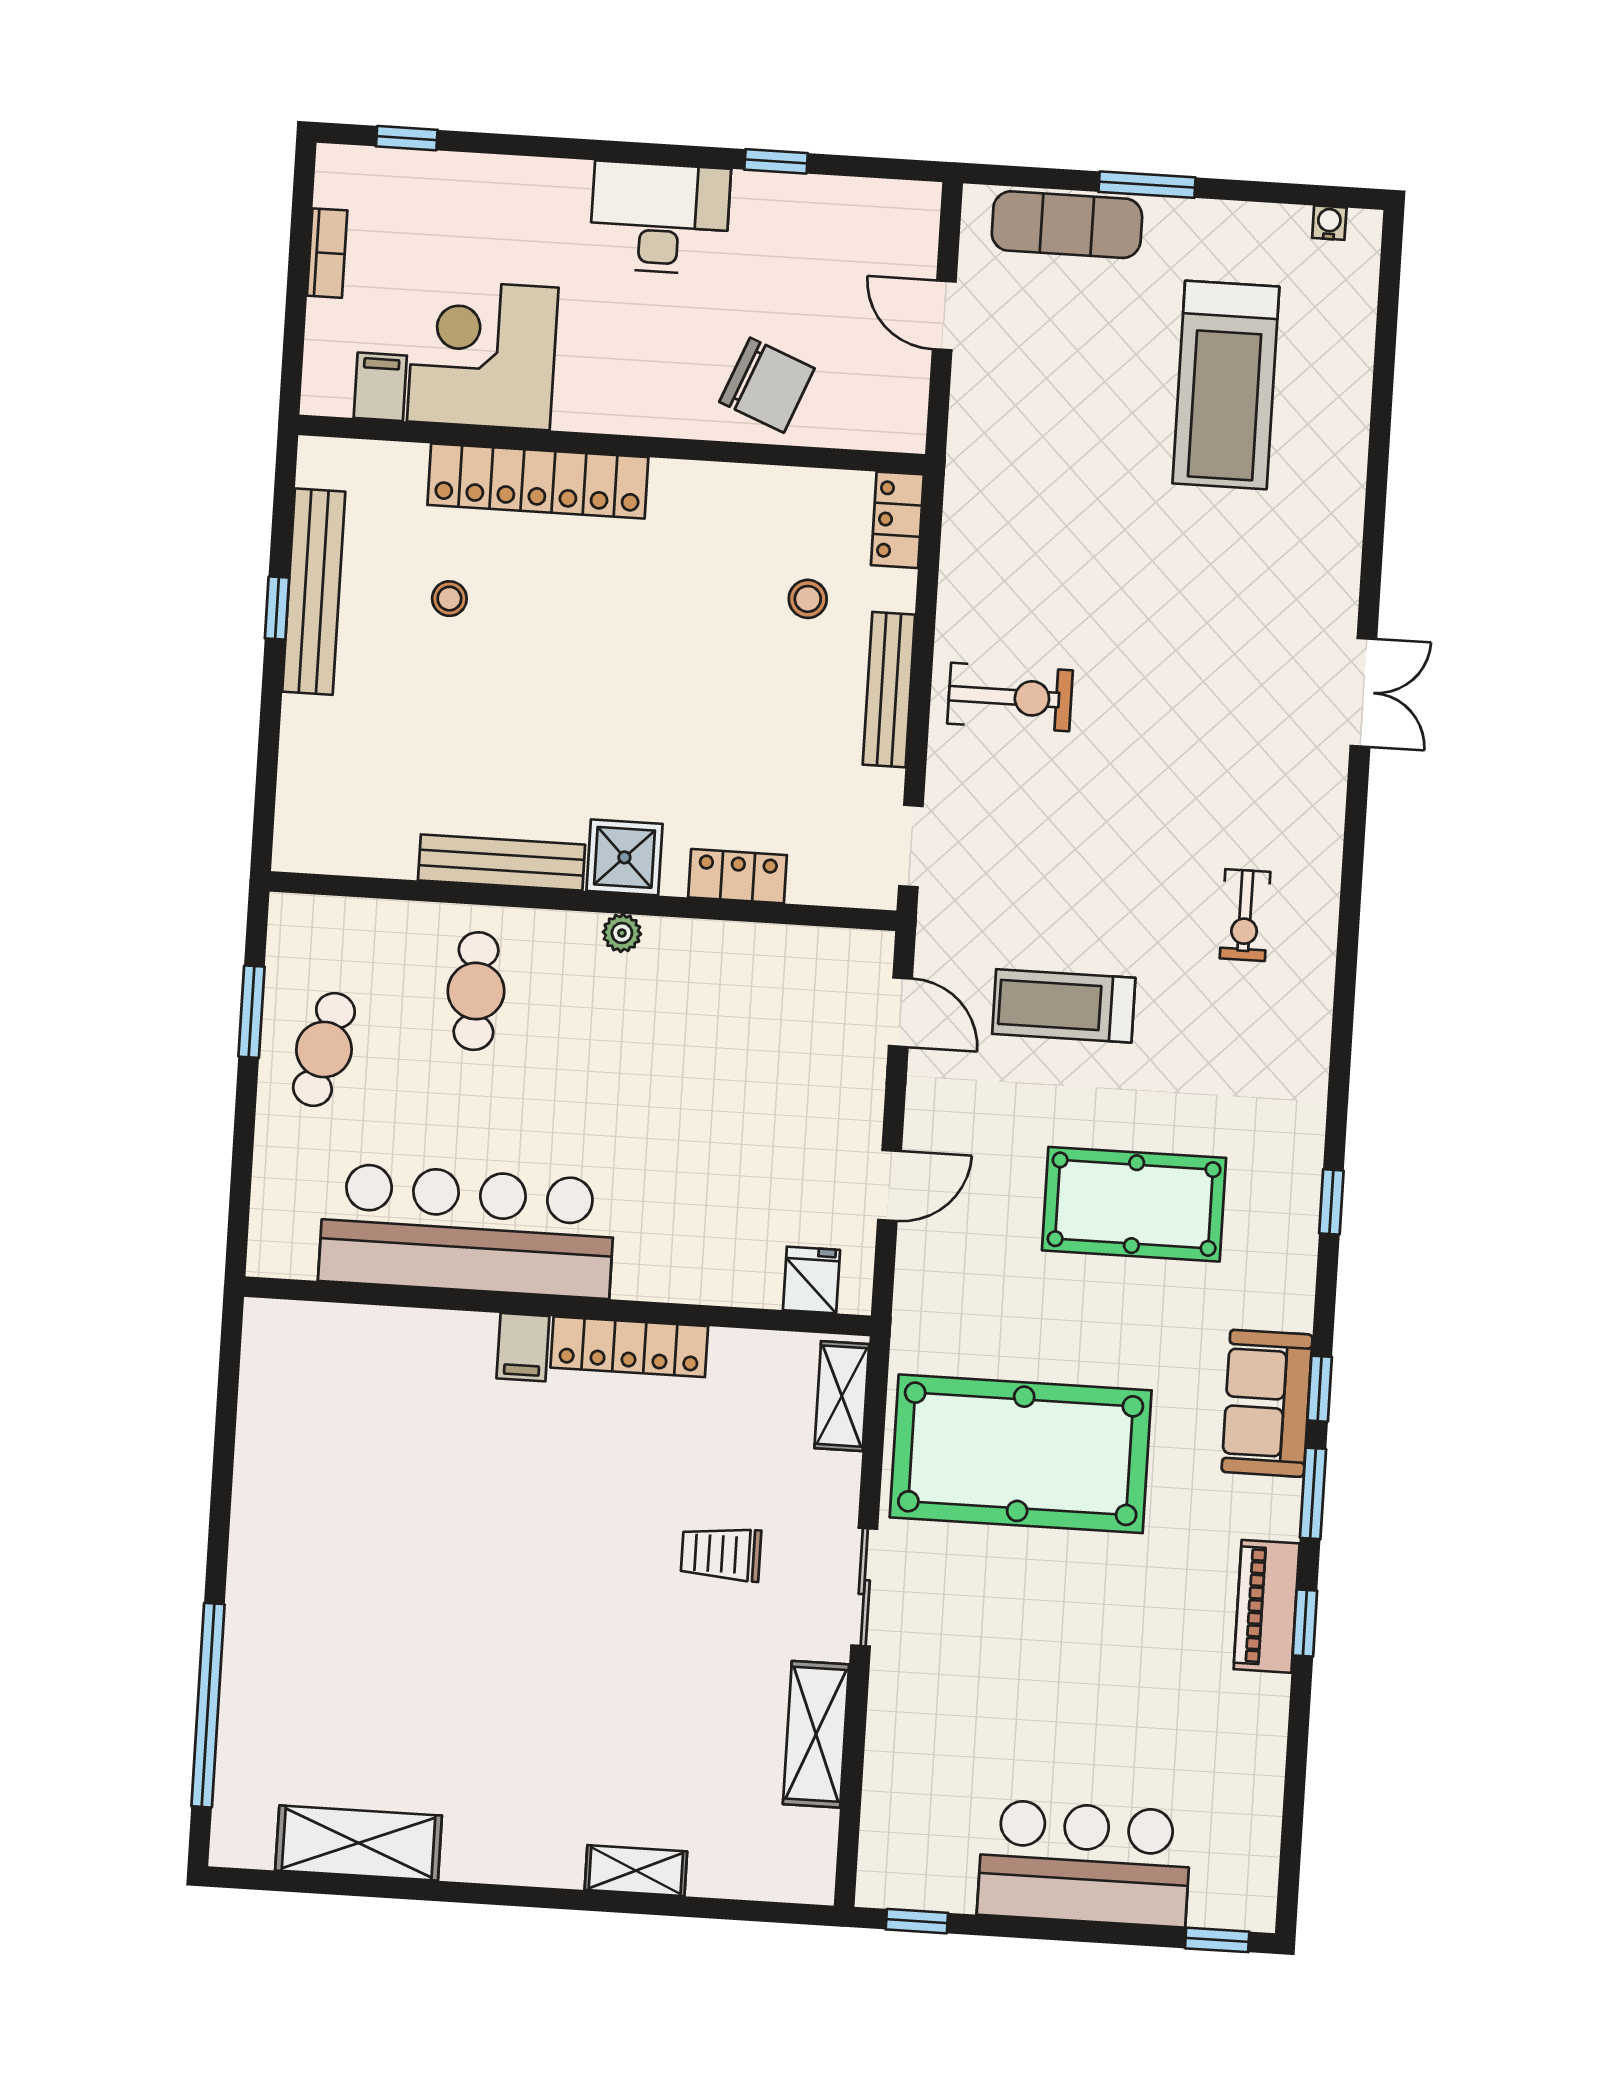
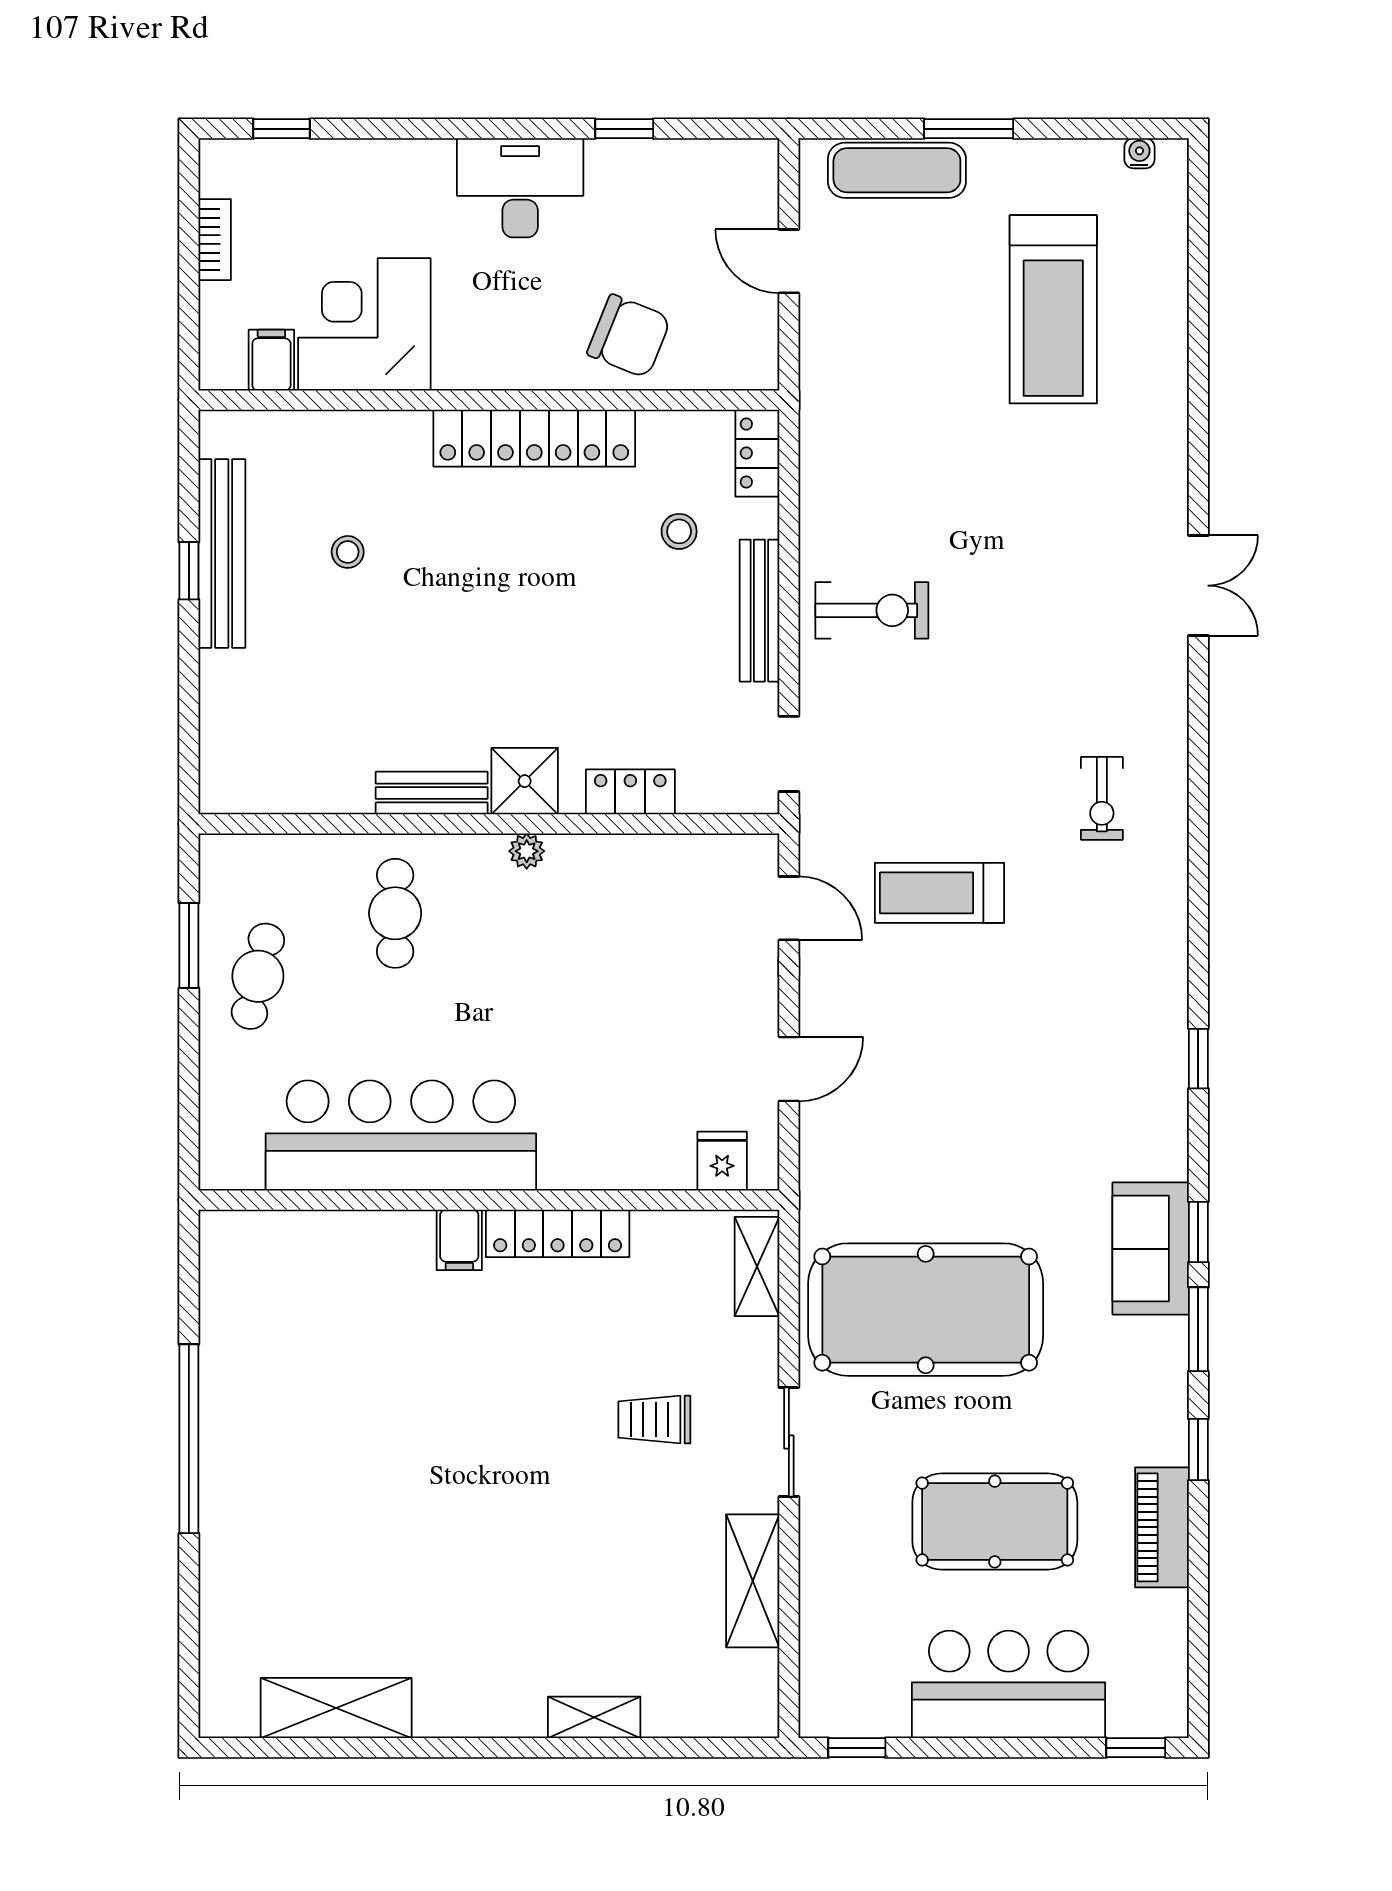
locker: (538, 481) -> (534, 438), moved
bench: (502, 863) -> (432, 793), width x0.73
pool table: (1134, 1204) -> (995, 1522), moved
piano: (1267, 1606) -> (1162, 1527), moved
window: (208, 1705) -> (189, 1439), moved

